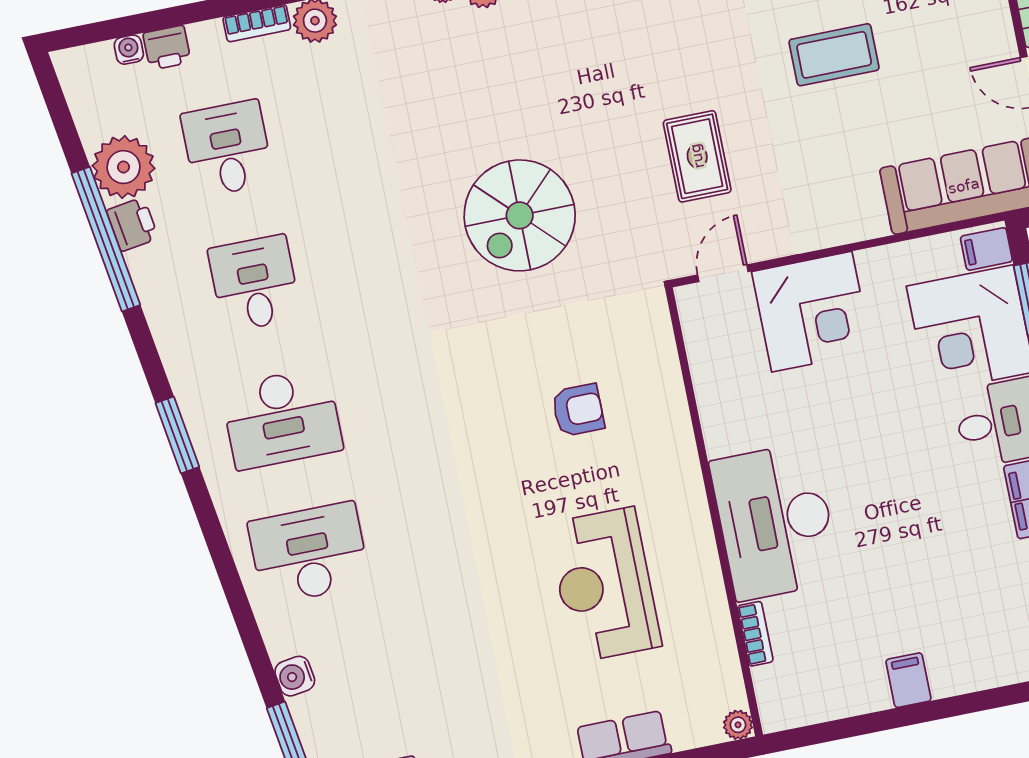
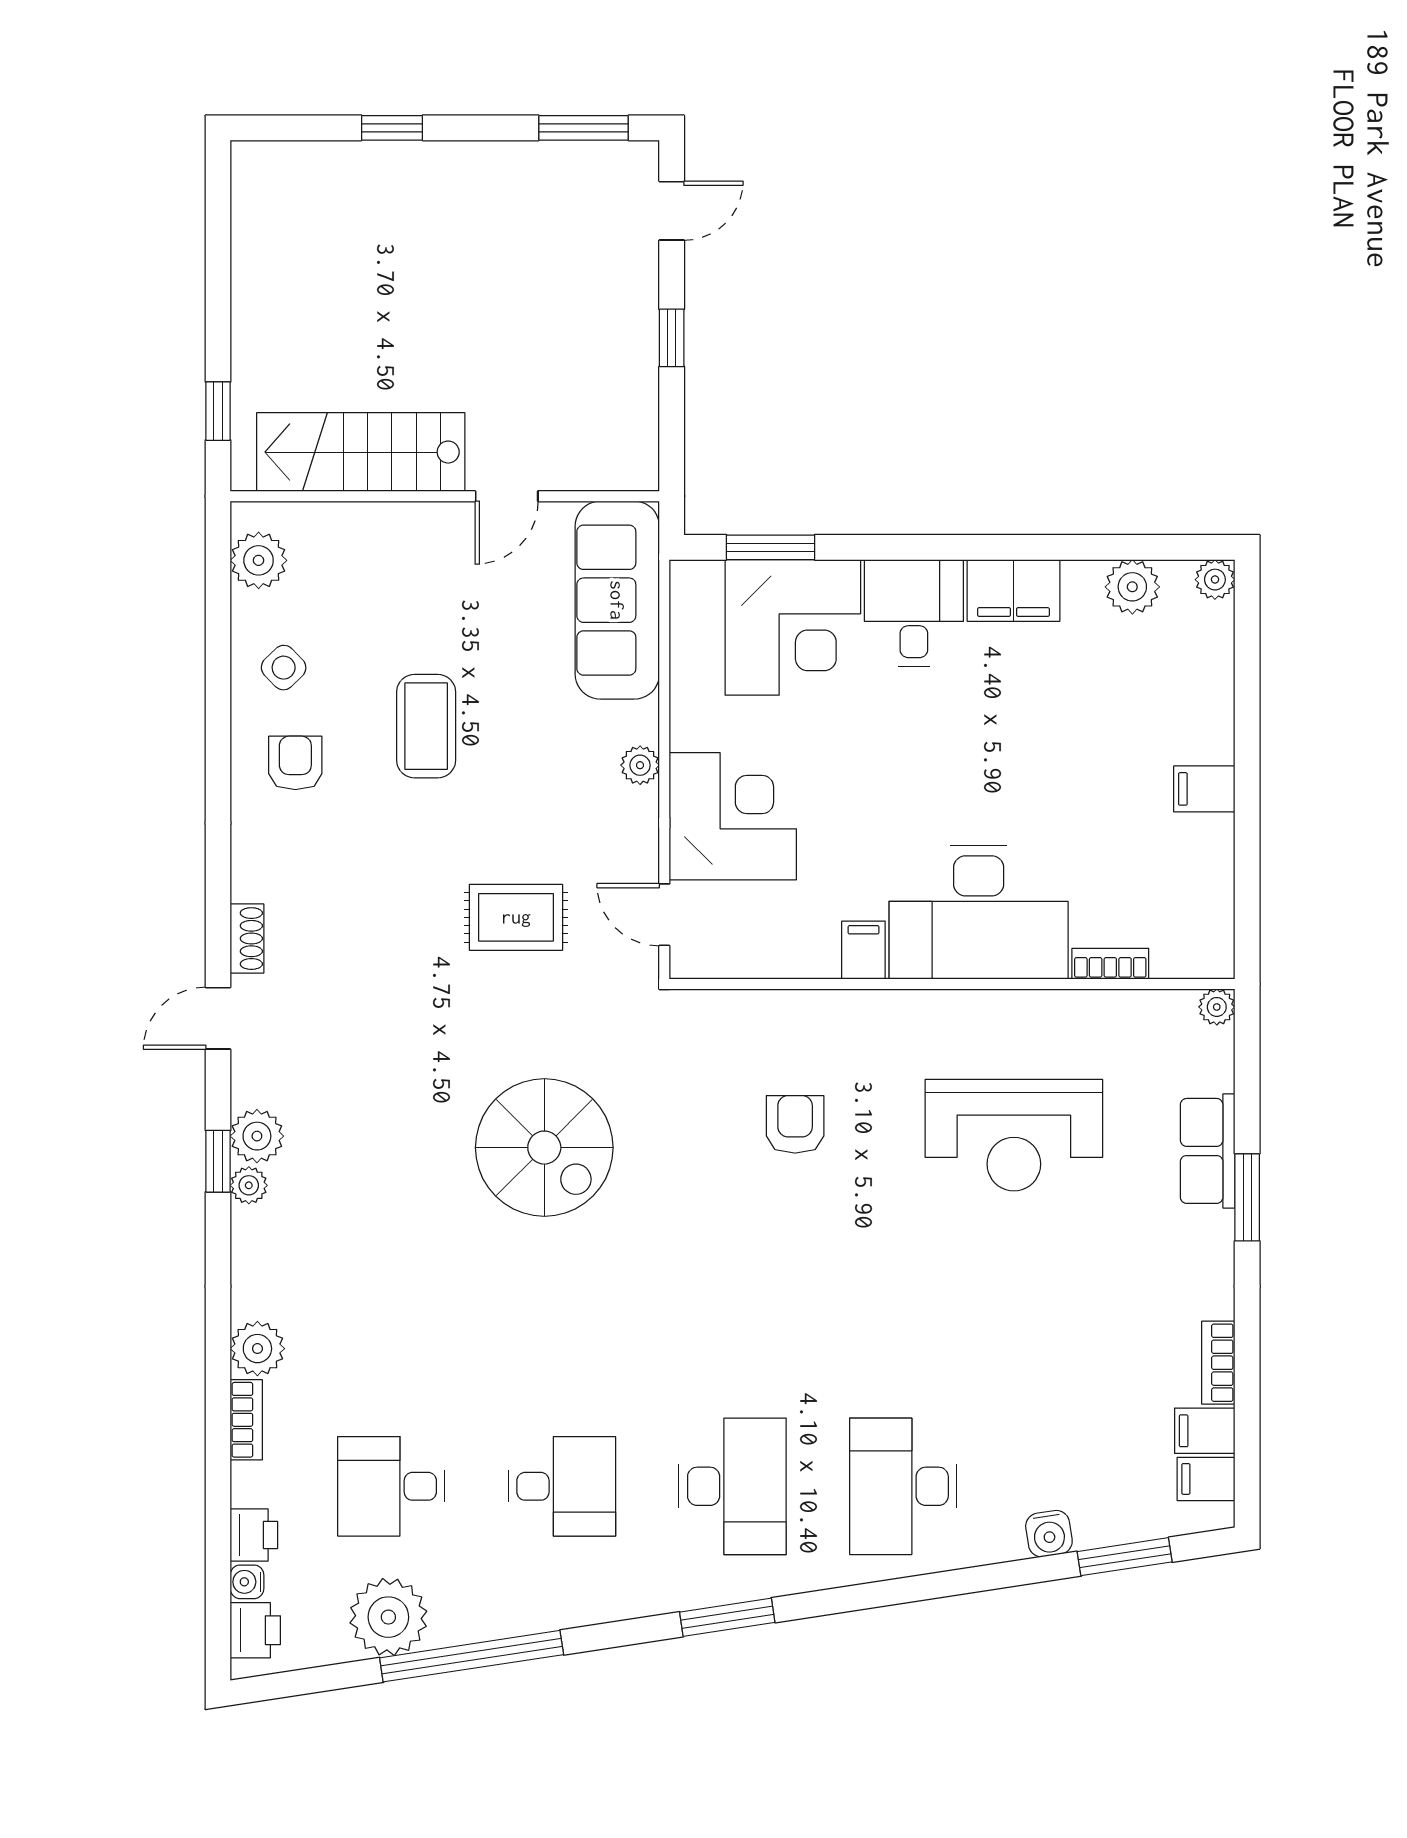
printer: (132, 224) -> (255, 1630), moved, turned 99
plant: (837, 230) -> (640, 765), added
filing cabinet: (986, 249) -> (863, 950), moved, turned 180
desk: (255, 283) -> (562, 1486), turned 180

